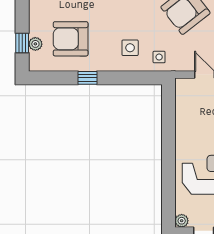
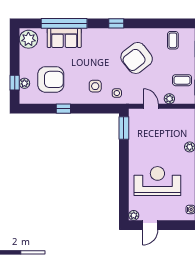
armchair: (71, 39) -> (51, 79), turned 180
window: (169, 104) -> (124, 128), added

